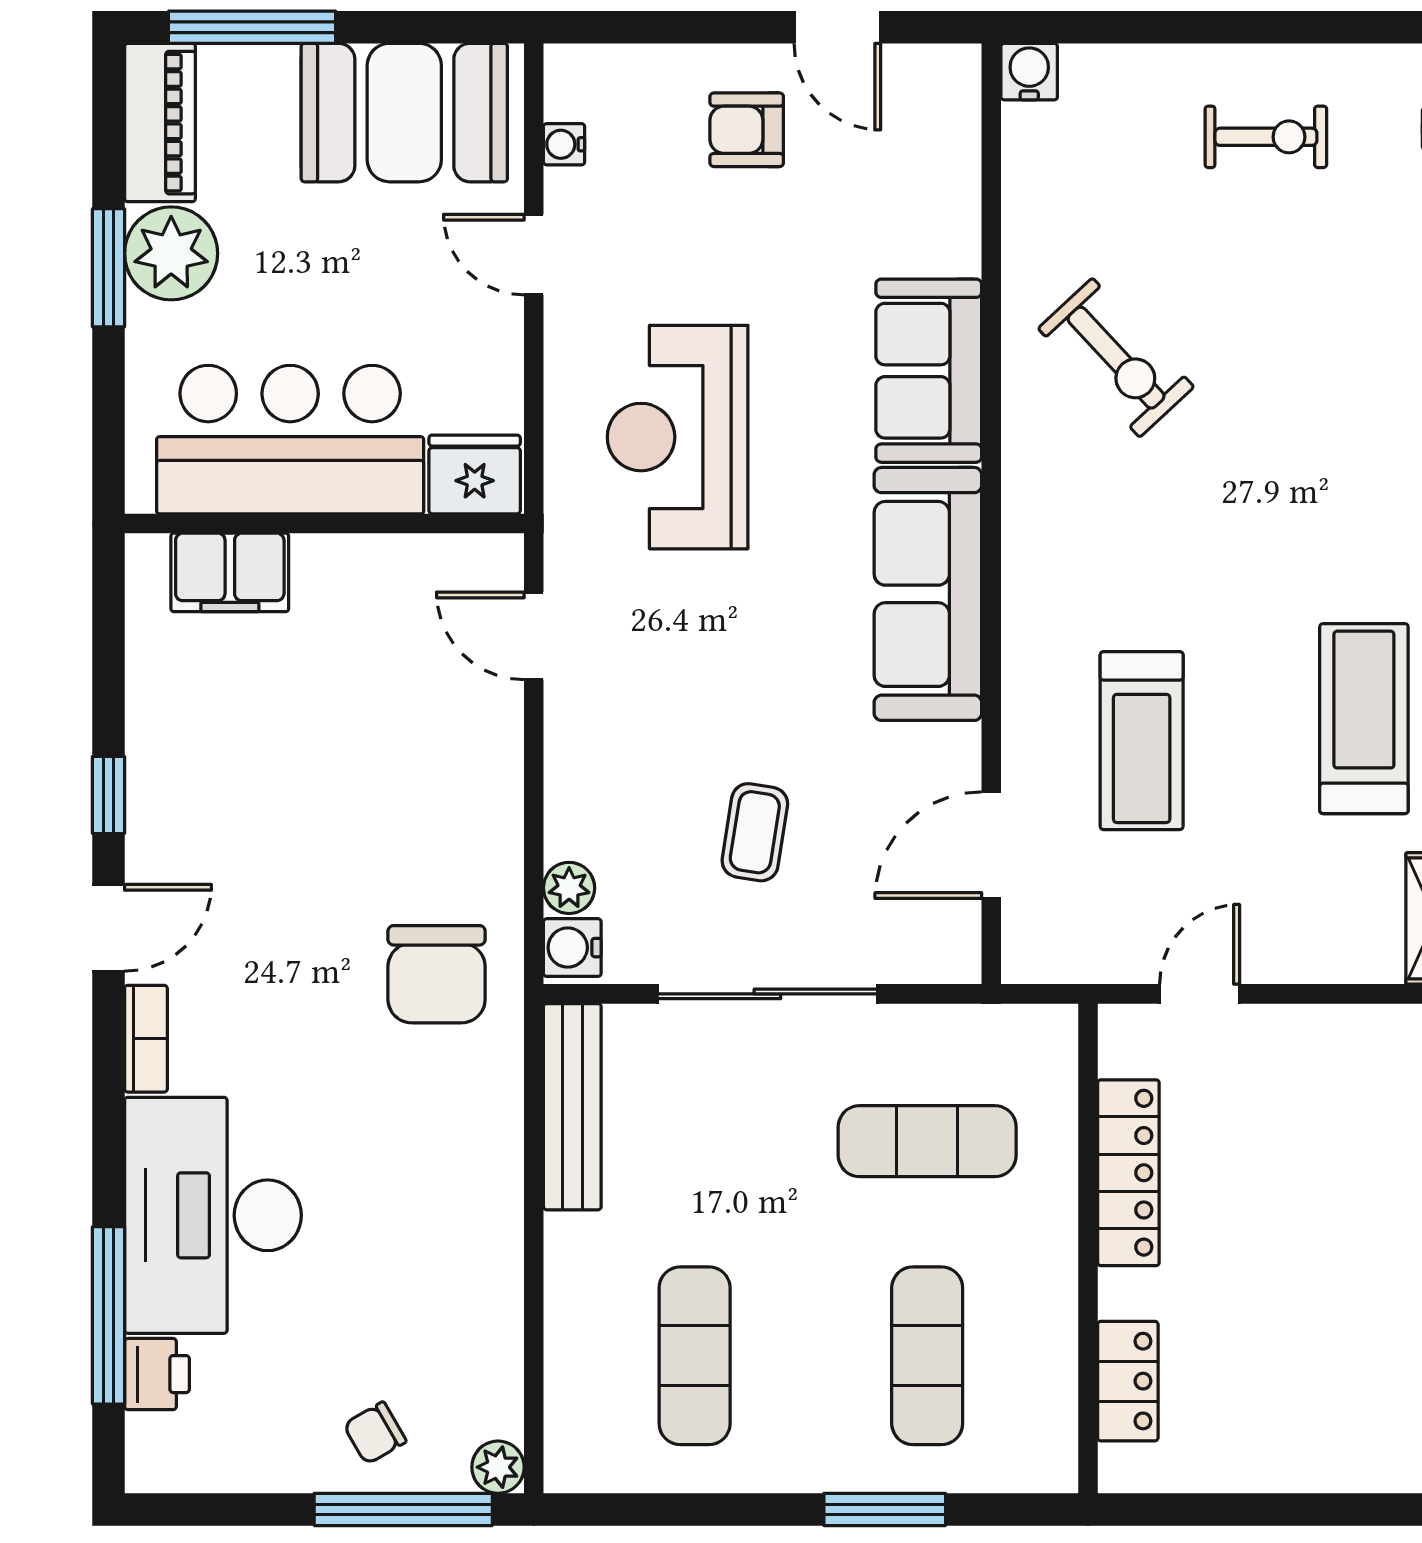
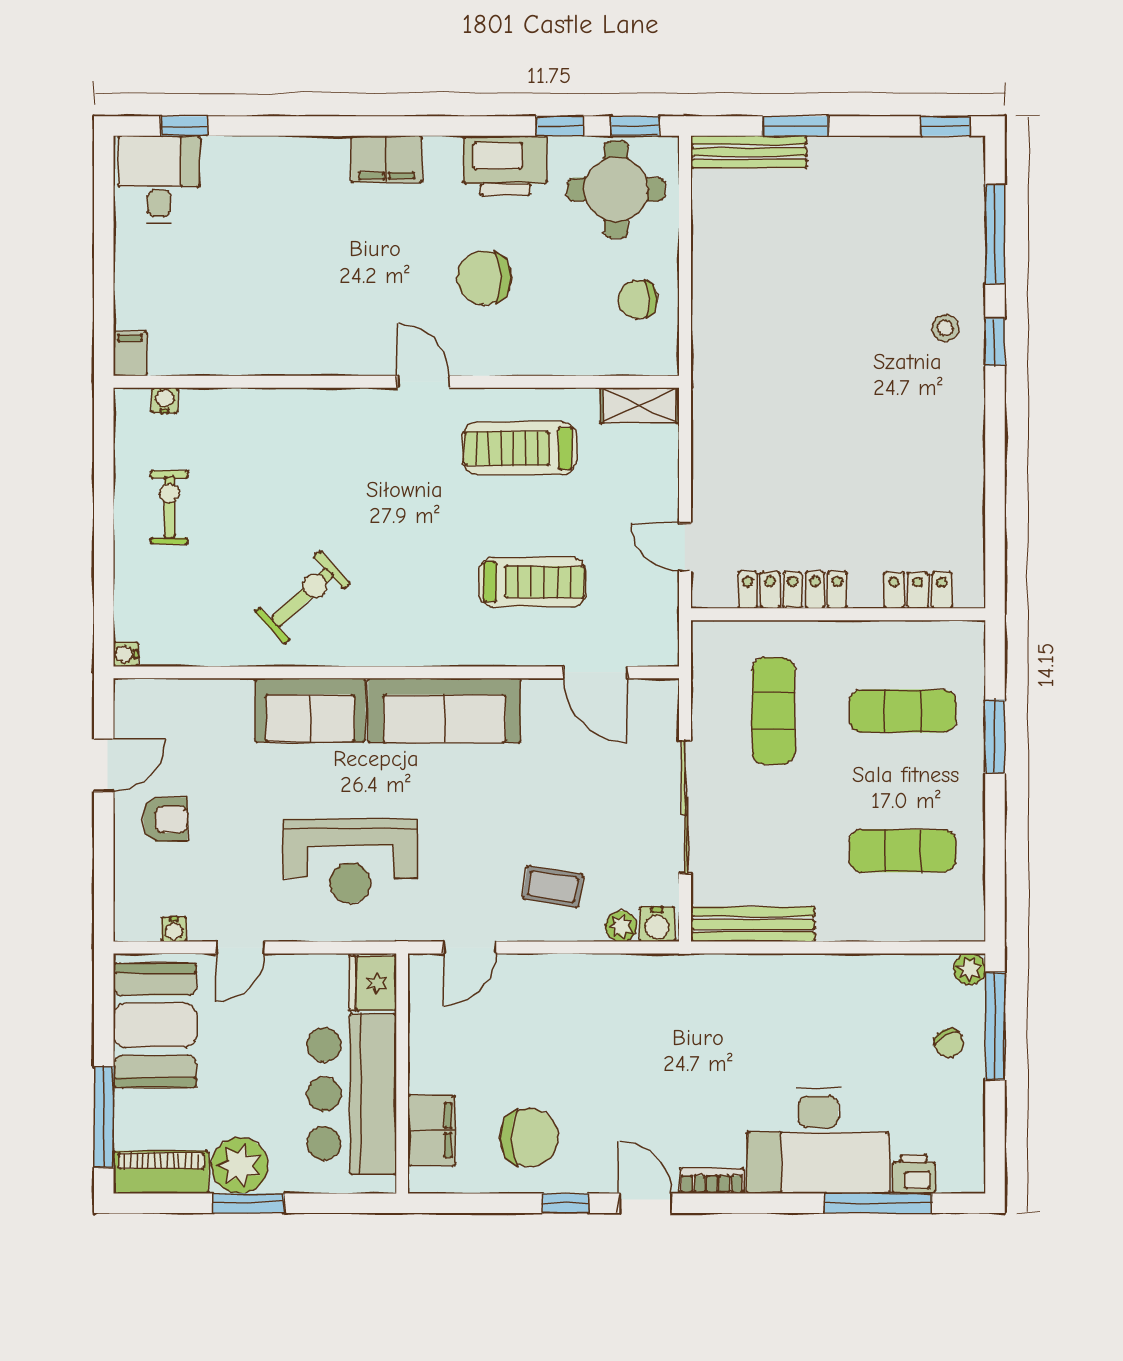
water cooler: (1029, 72) -> (126, 654), width x0.72, depth x0.72
armchair: (747, 130) -> (165, 819), turned -90
coffee table: (755, 832) -> (553, 887), moved
chair: (437, 974) -> (529, 1137), moved

